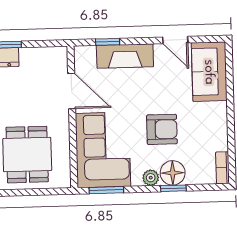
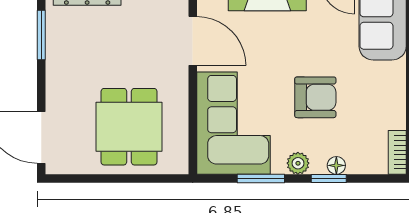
floor lamp: (173, 173) -> (336, 165), width x0.53, depth x0.53
window: (106, 190) -> (261, 179), moved

